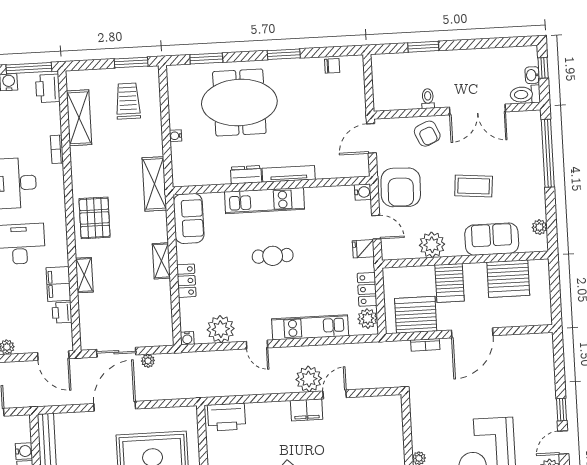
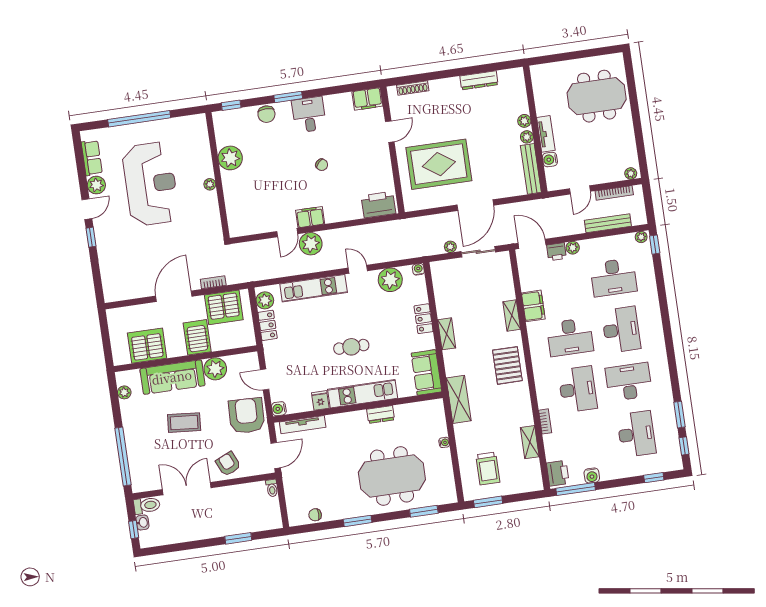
toilet: (428, 99) -> (272, 488), moved
shelving: (79, 118) -> (530, 442), width x0.67, depth x0.75
tv unit: (289, 174) -> (303, 425), moved
sofa: (492, 239) -> (172, 377), width x1.36
fridge: (363, 249) -> (320, 400), moved, turned -90
printer: (62, 313) -> (556, 252), moved, turned 90

